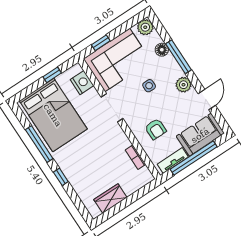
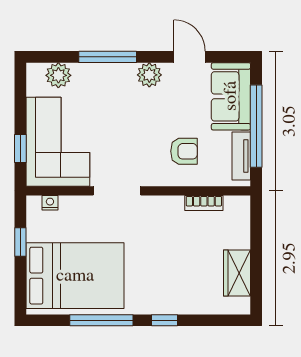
plant: (145, 27) -> (58, 75), moved
floor lamp: (162, 50) -> (83, 73), removed
nightstand: (82, 83) -> (50, 203), width x0.53, depth x0.56
side table: (149, 86) -> (120, 122), removed

